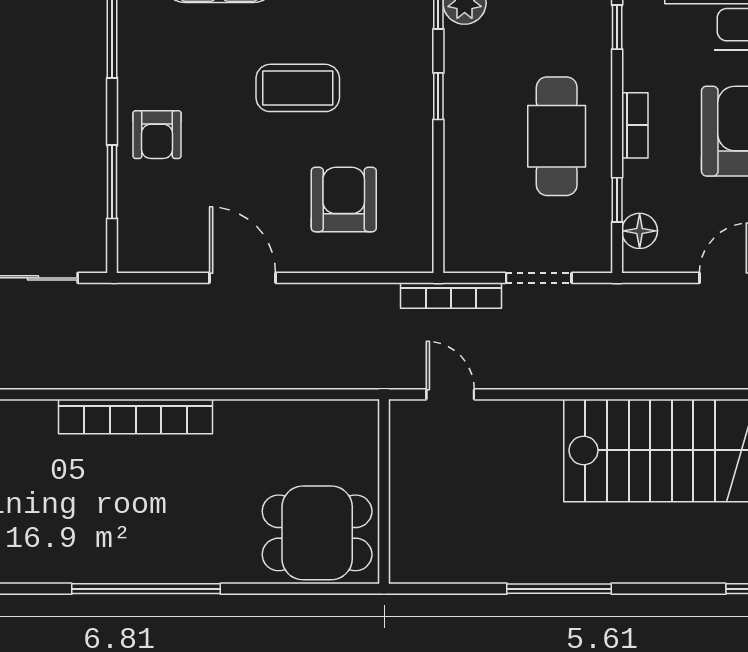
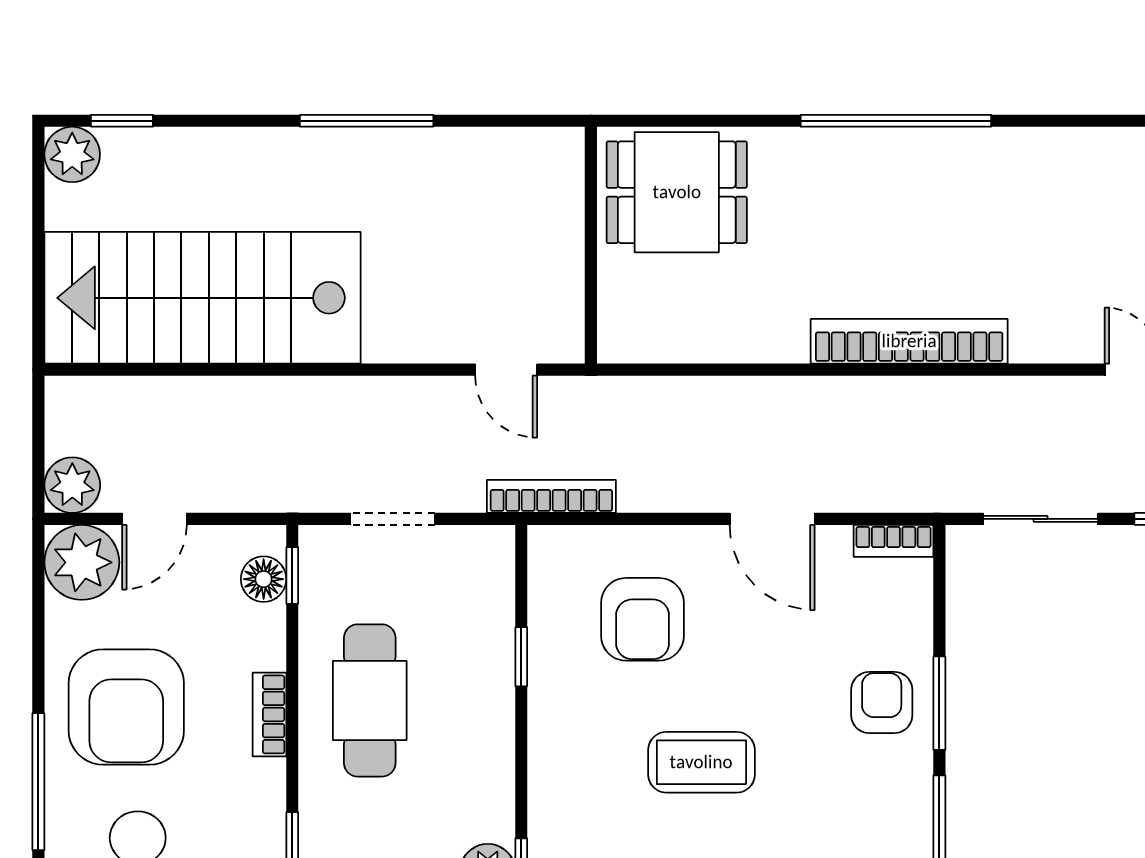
window: (438, 96) -> (521, 657), moved
window: (112, 182) -> (939, 703), moved
window: (617, 200) -> (292, 575), moved
bookcase: (148, 261) -> (894, 541), added
bookcase: (451, 295) -> (551, 496), moved

